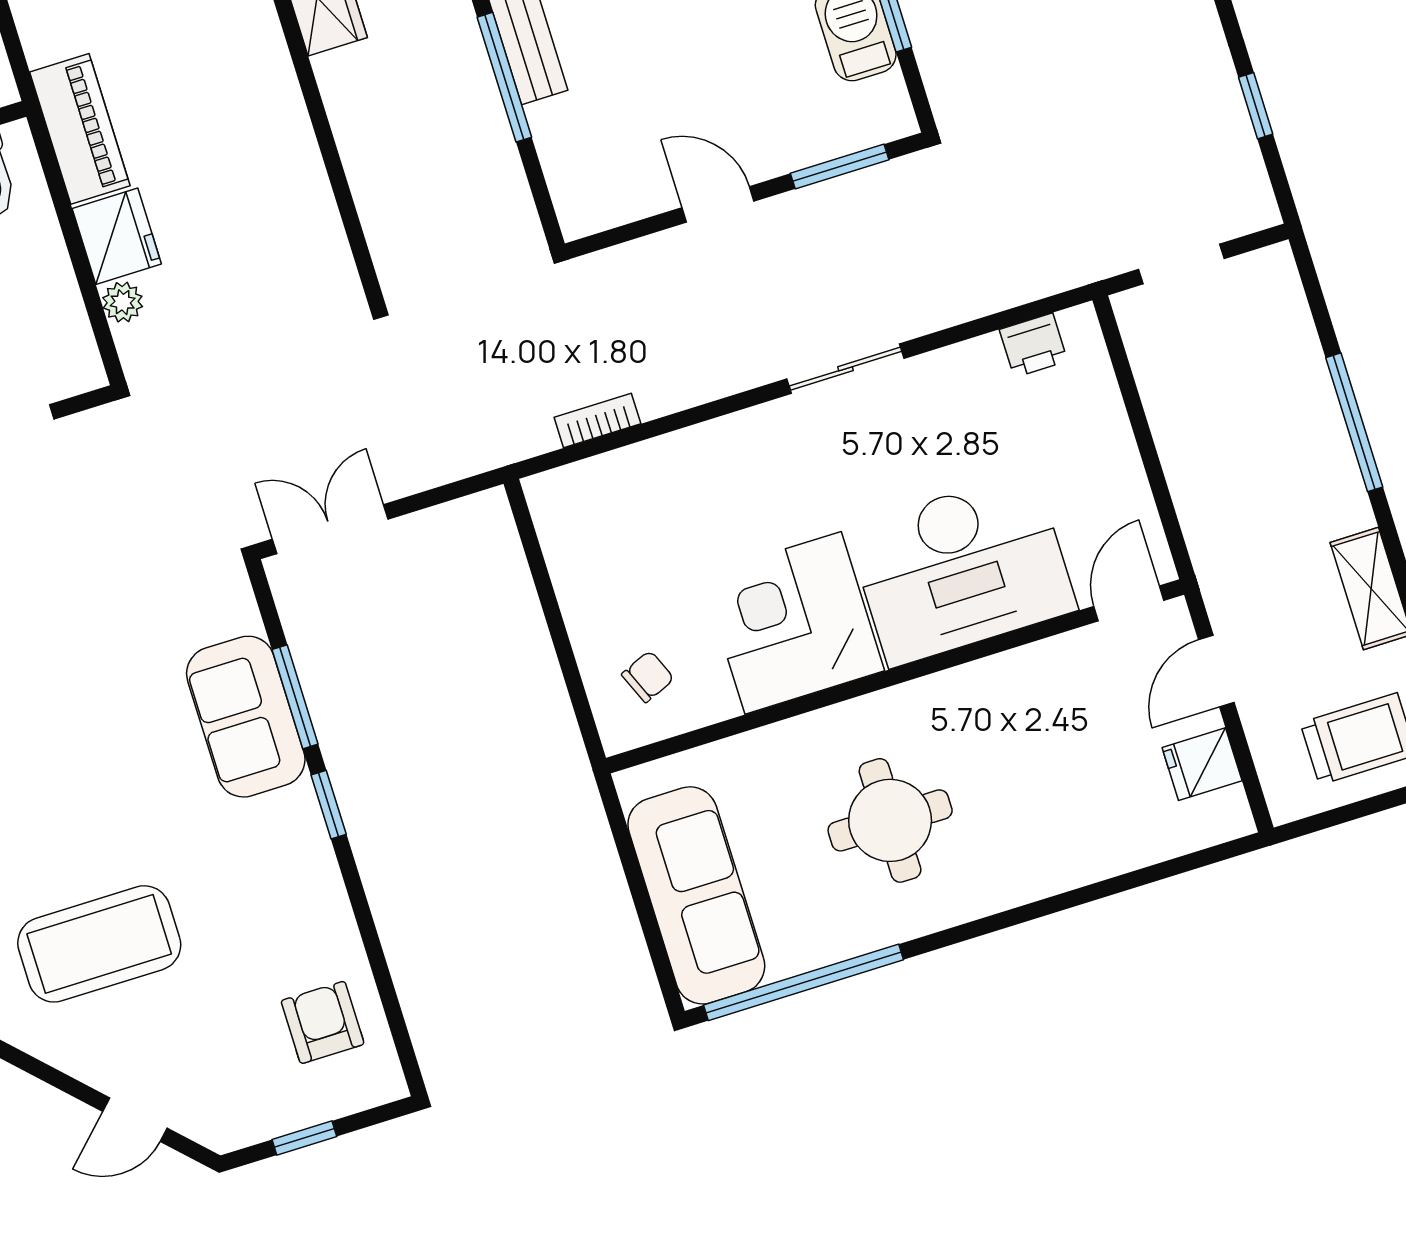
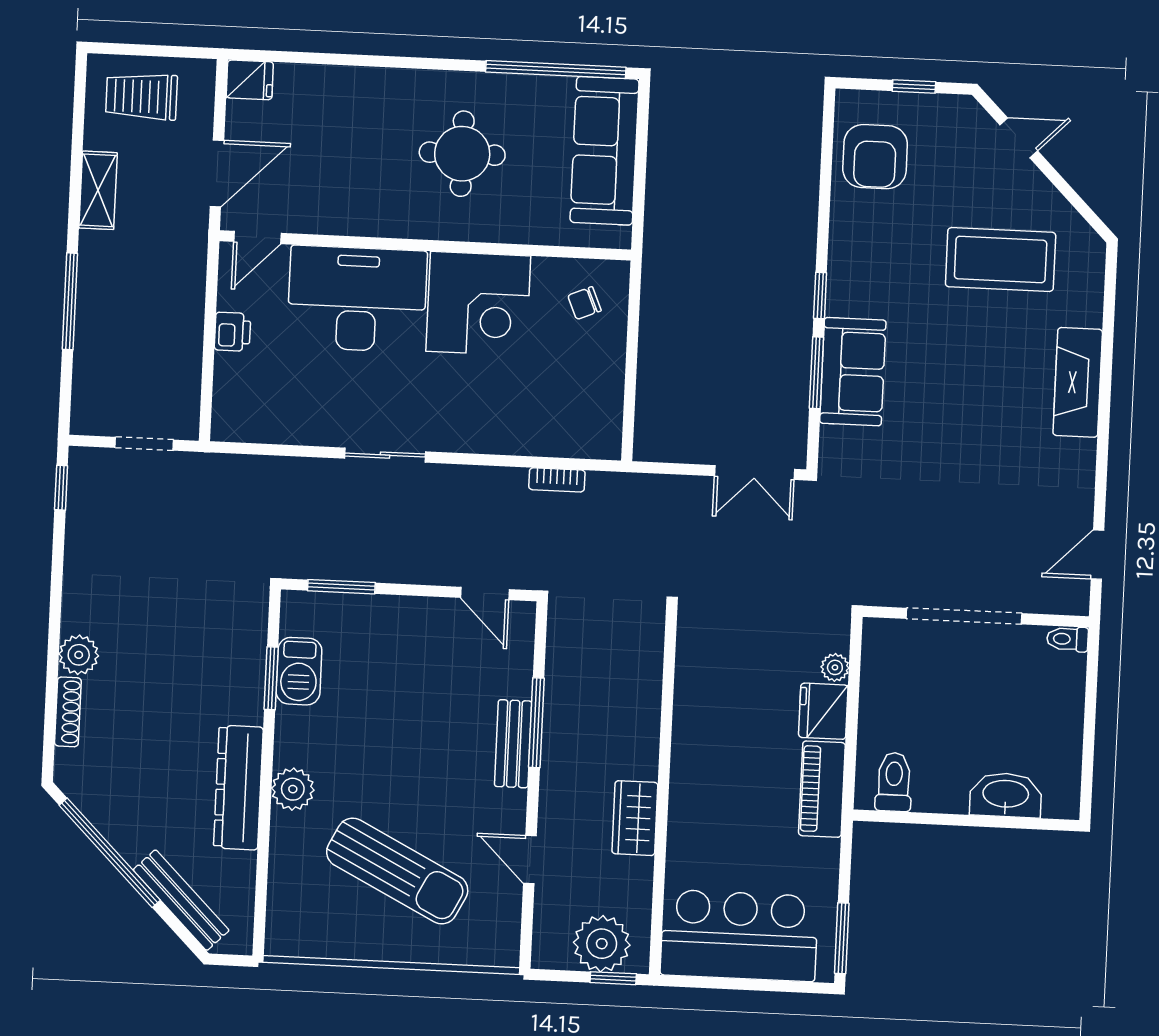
window: (1256, 106) -> (61, 488), moved
door: (718, 204) -> (485, 593), moved
printer: (1033, 345) -> (232, 332), moved, turned 90
door: (1216, 671) -> (217, 173), width x1.38
fridge: (1202, 764) -> (250, 80), moved
armchair: (323, 1022) -> (875, 157), width x1.38, depth x1.38

